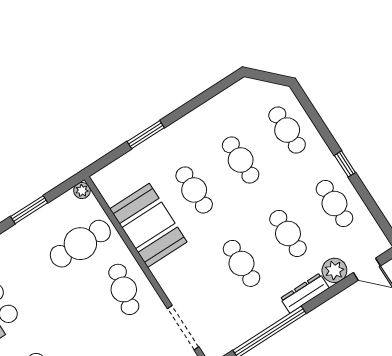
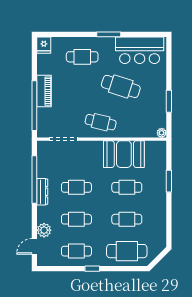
cafe table: (287, 130) -> (127, 251), width x1.37, depth x1.35
cafe table: (80, 244) -> (121, 86), moved, turned -72
dresser: (305, 293) -> (42, 192), moved

